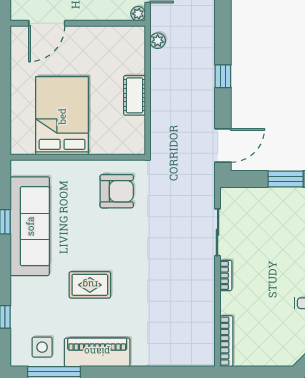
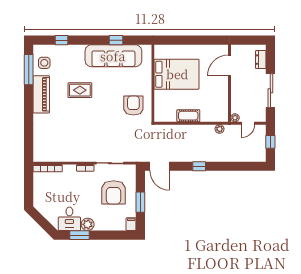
door: (47, 23) -> (229, 66), hinge flipped
armchair: (117, 191) -> (133, 106), turned 180
armchair: (269, 226) -> (114, 192), added
rug: (90, 285) -> (80, 90), turned 90

